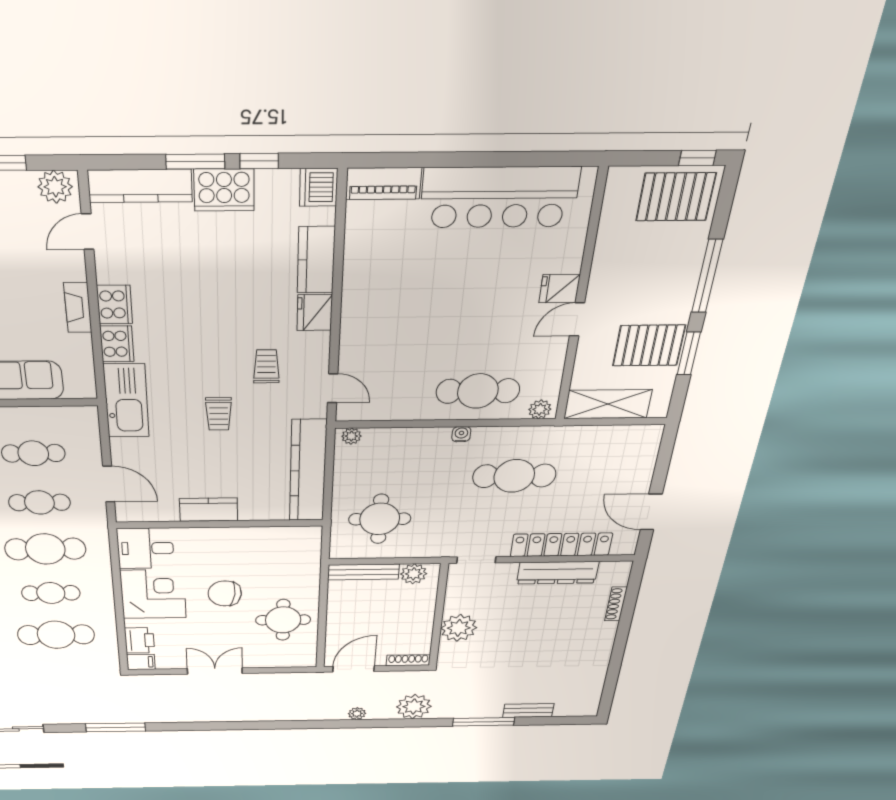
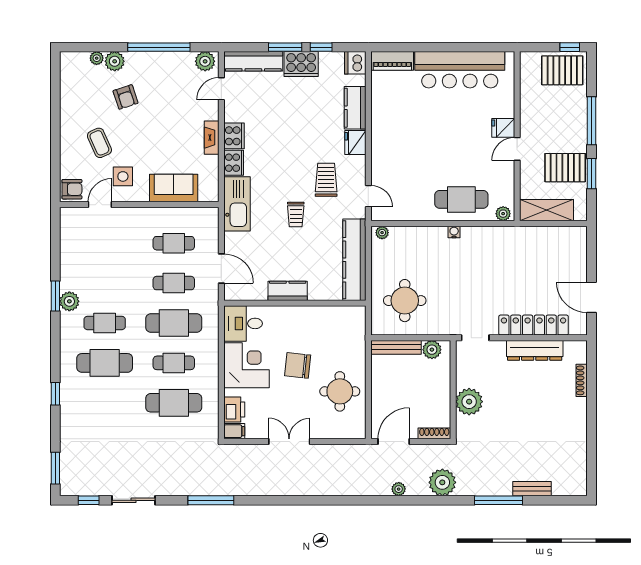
trolley: (266, 366) -> (326, 180), width x1.36, depth x1.39
cafe table: (514, 476) -> (493, 266), removed

